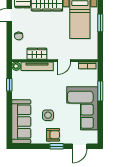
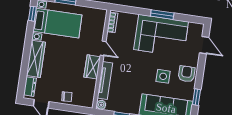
wardrobe: (37, 54) -> (92, 67), moved
window: (100, 91) -> (162, 15), moved
window: (57, 146) -> (197, 97), moved

